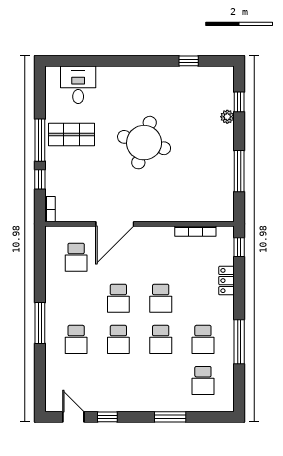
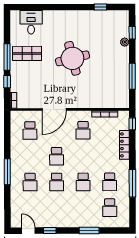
round table: (144, 143) -> (72, 58), turned -30
locker: (226, 281) -> (124, 145), width x1.53
school desk: (161, 298) -> (83, 130), moved

